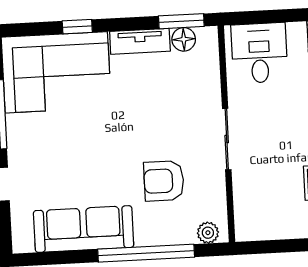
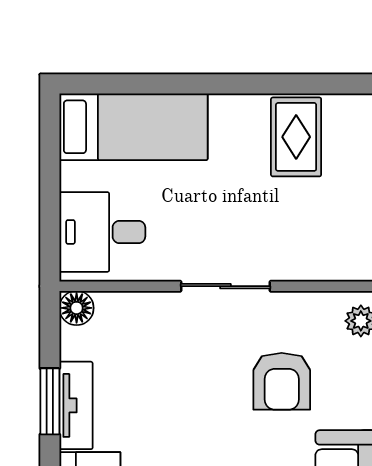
window: (181, 21) -> (50, 401), moved
floor lamp: (184, 39) -> (77, 308), moved

